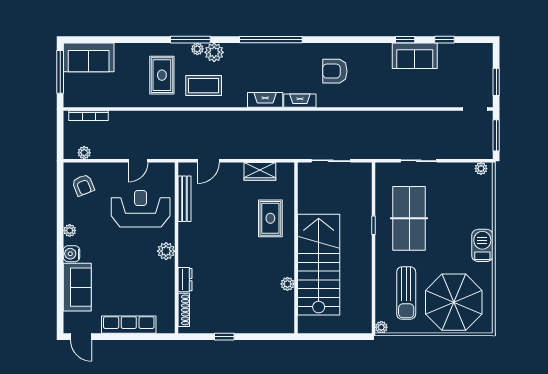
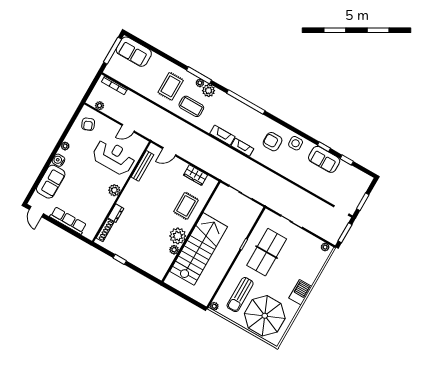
side table: (366, 56) -> (296, 143), added
plant: (282, 263) -> (178, 236), added

